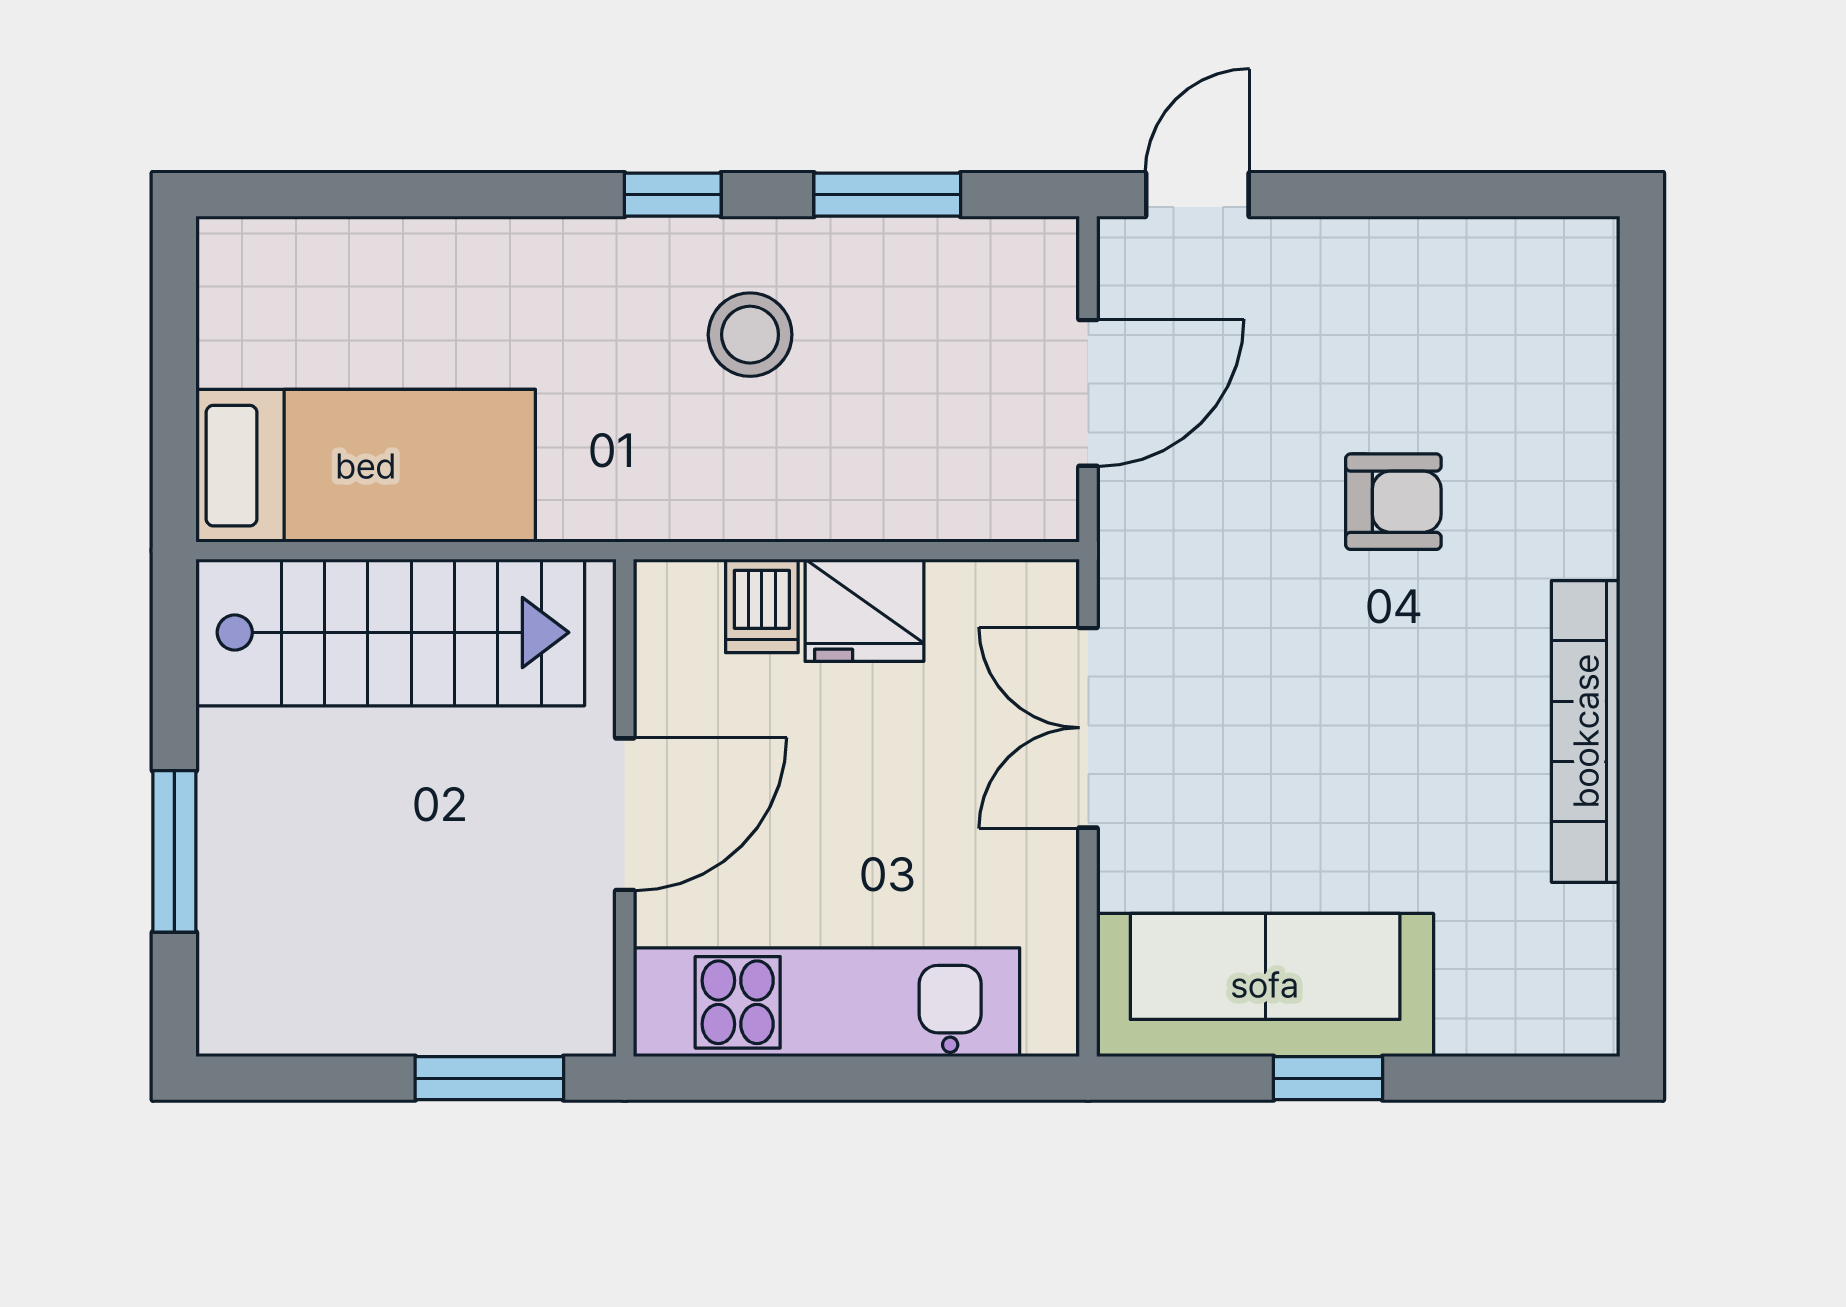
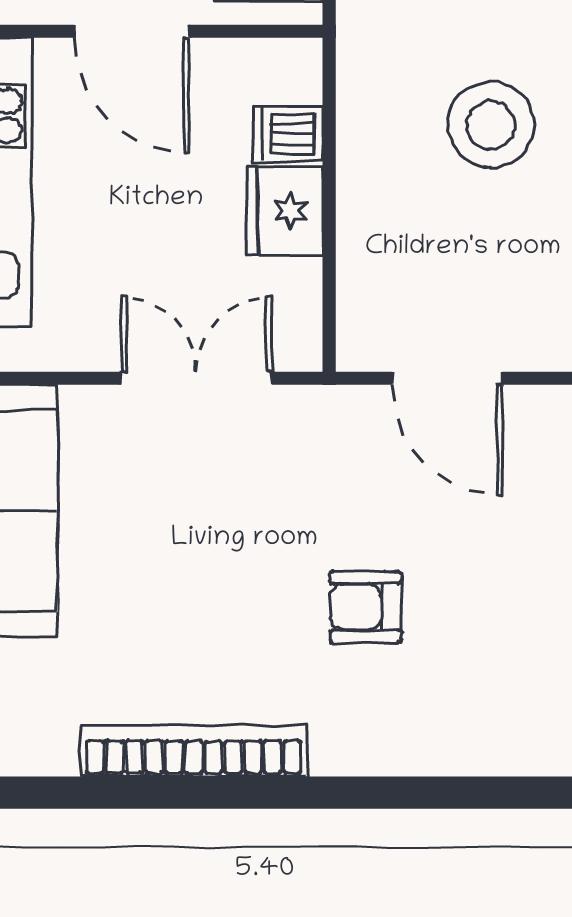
stool: (750, 335) -> (491, 125), width x1.38, depth x1.38
armchair: (1393, 502) -> (366, 607), turned 90

